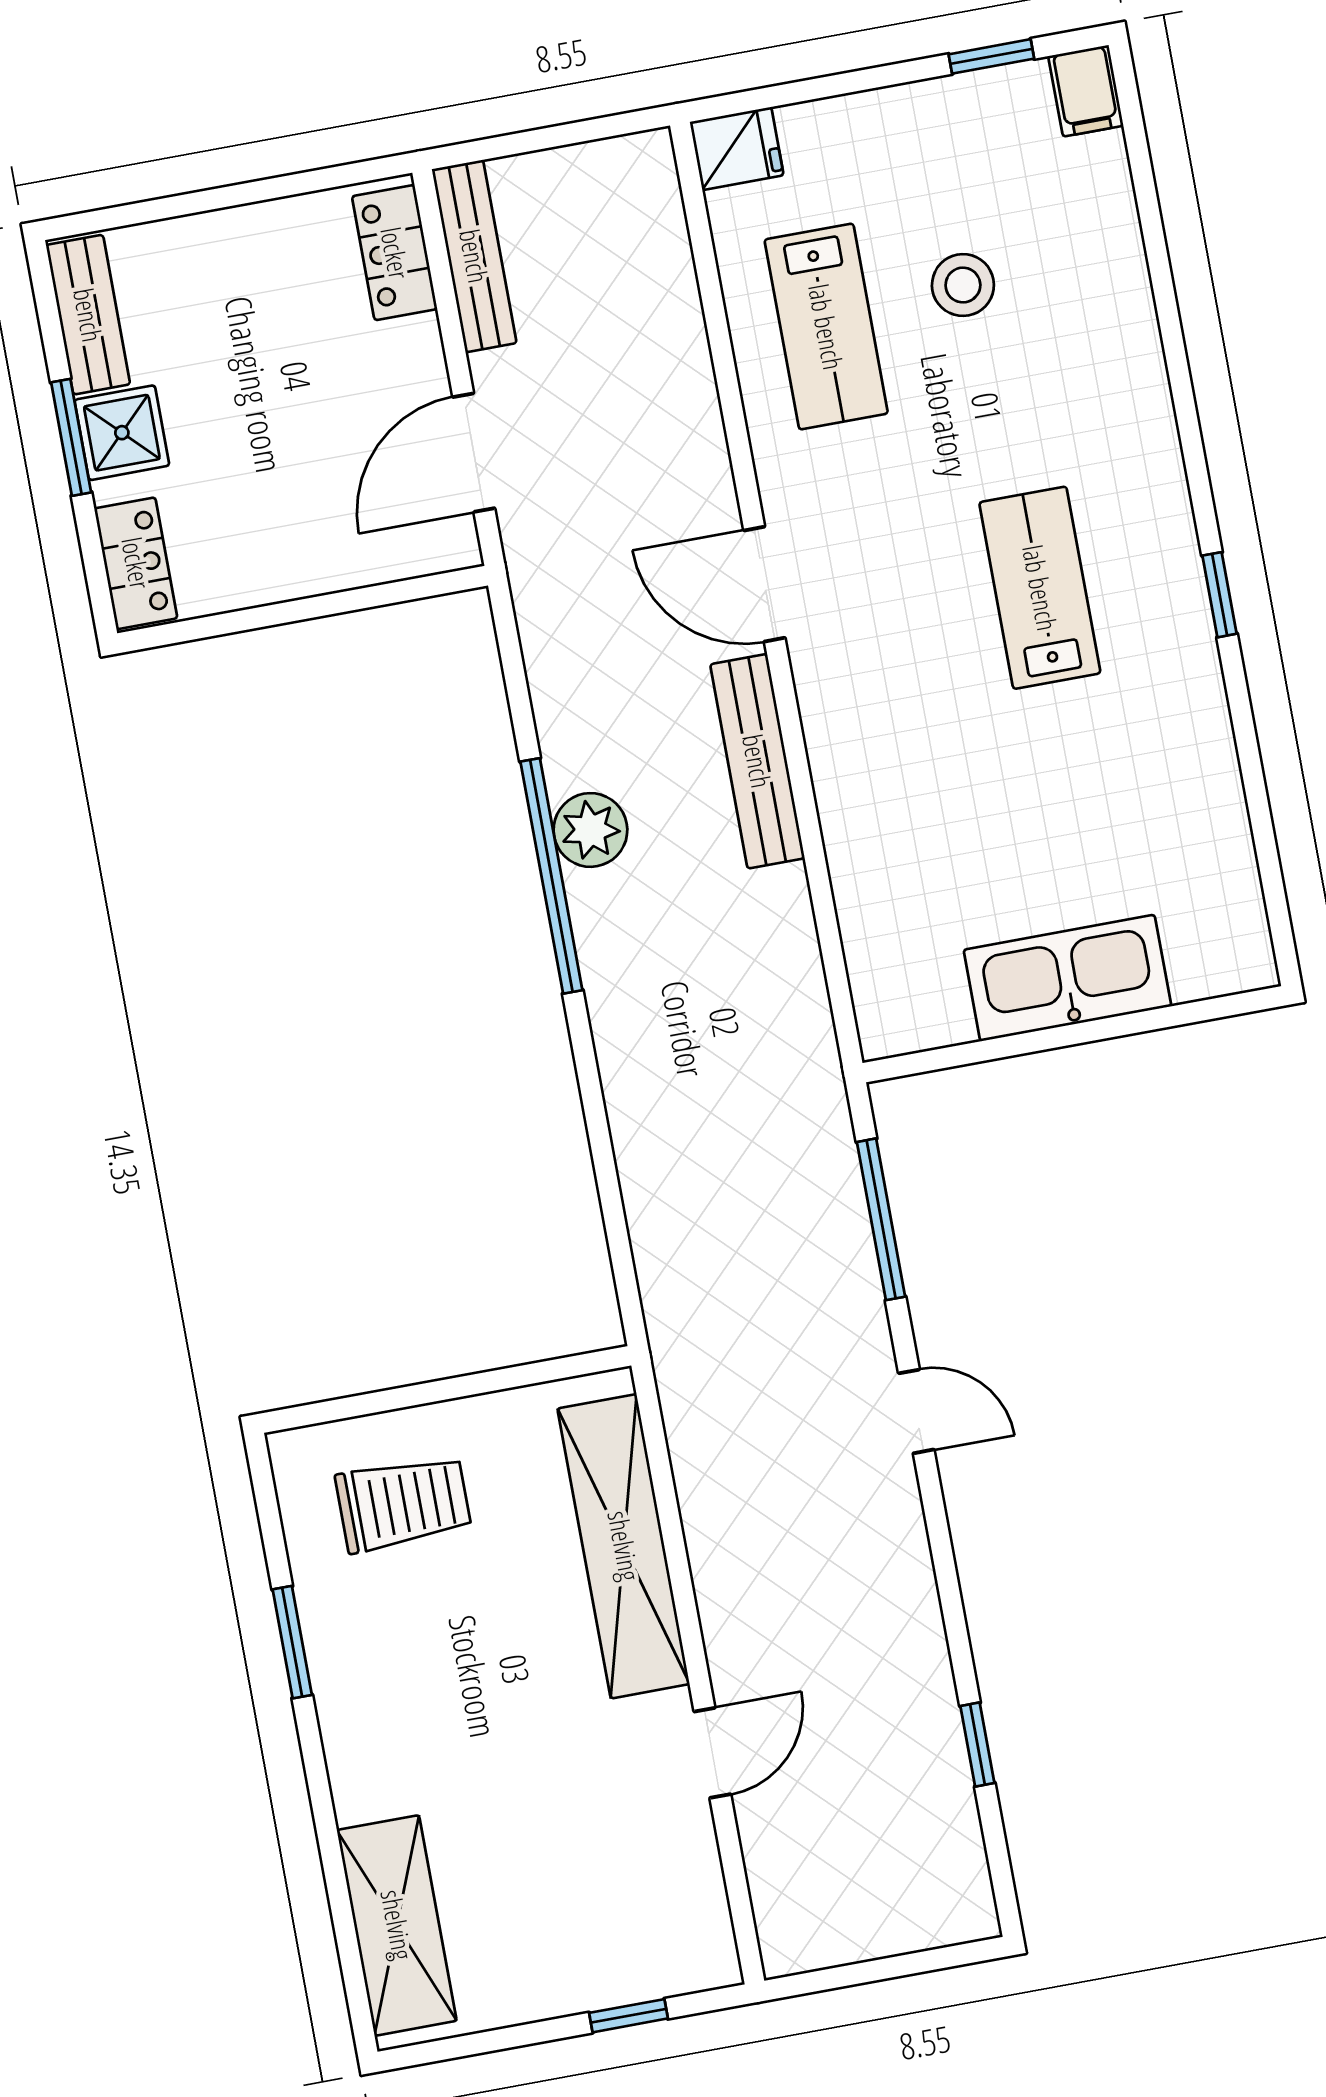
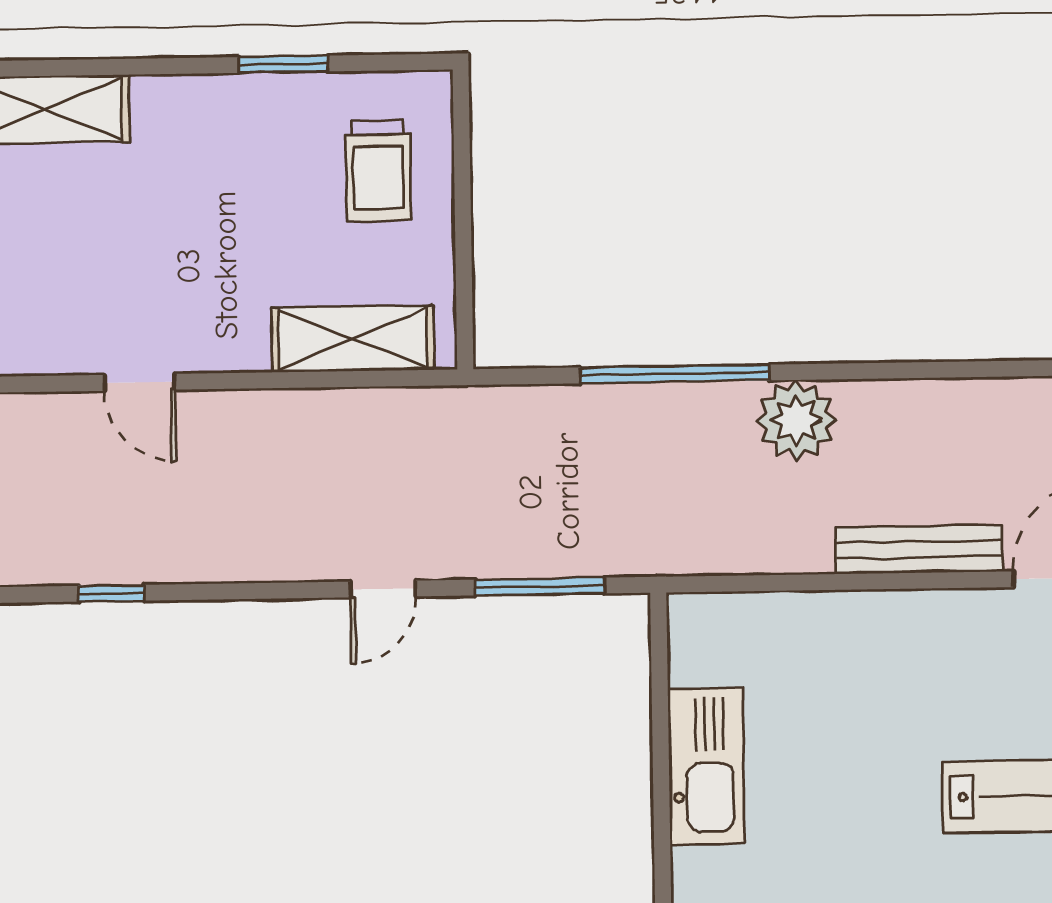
plant: (590, 830) -> (796, 420), moved, width x1.36, depth x1.36
window: (551, 876) -> (675, 374), moved
shelving: (624, 1546) -> (353, 339), width x0.68

